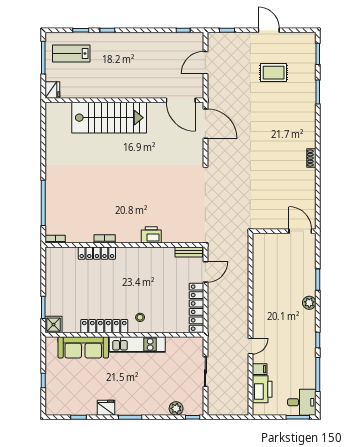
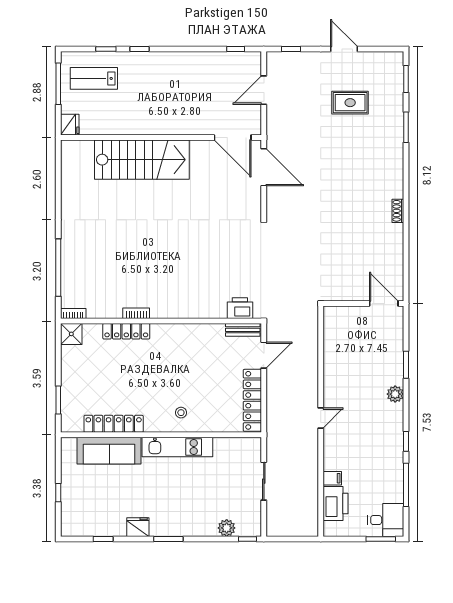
printer: (151, 235) -> (240, 308), moved
shower: (53, 325) -> (71, 334), moved
locker: (104, 326) -> (114, 424), moved
door: (250, 346) -> (321, 418), moved

